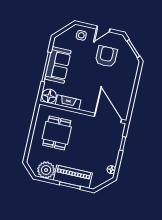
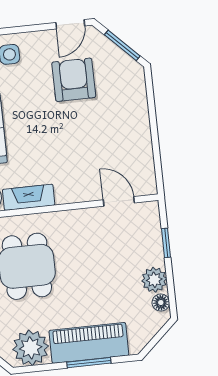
door: (103, 29) -> (70, 24), moved
door: (108, 118) -> (119, 201), width x0.53
plant: (112, 158) -> (154, 280), added

